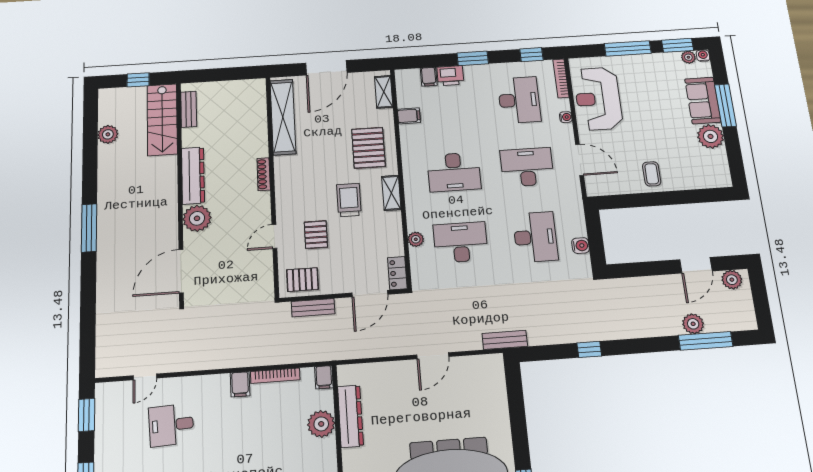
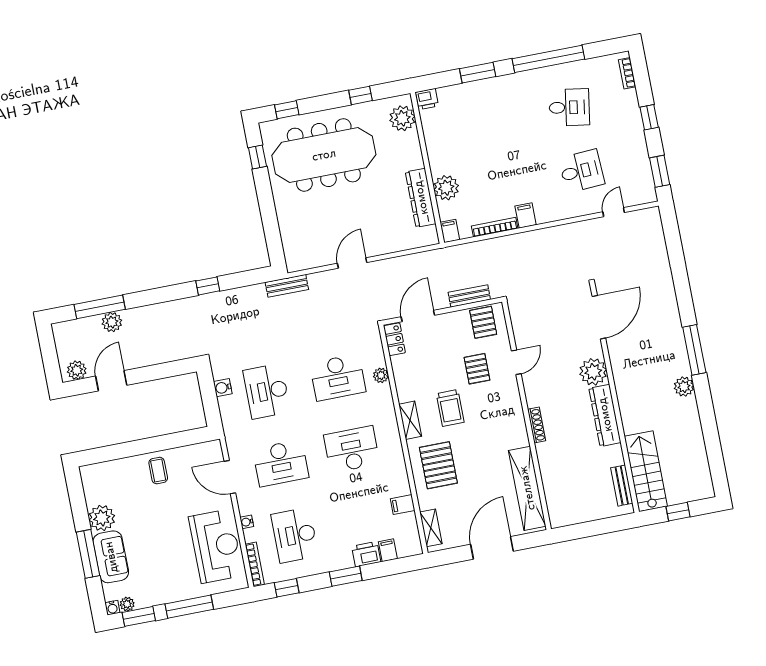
plant: (108, 134) -> (684, 387), moved
pallet: (302, 280) -> (483, 322), turned 90

